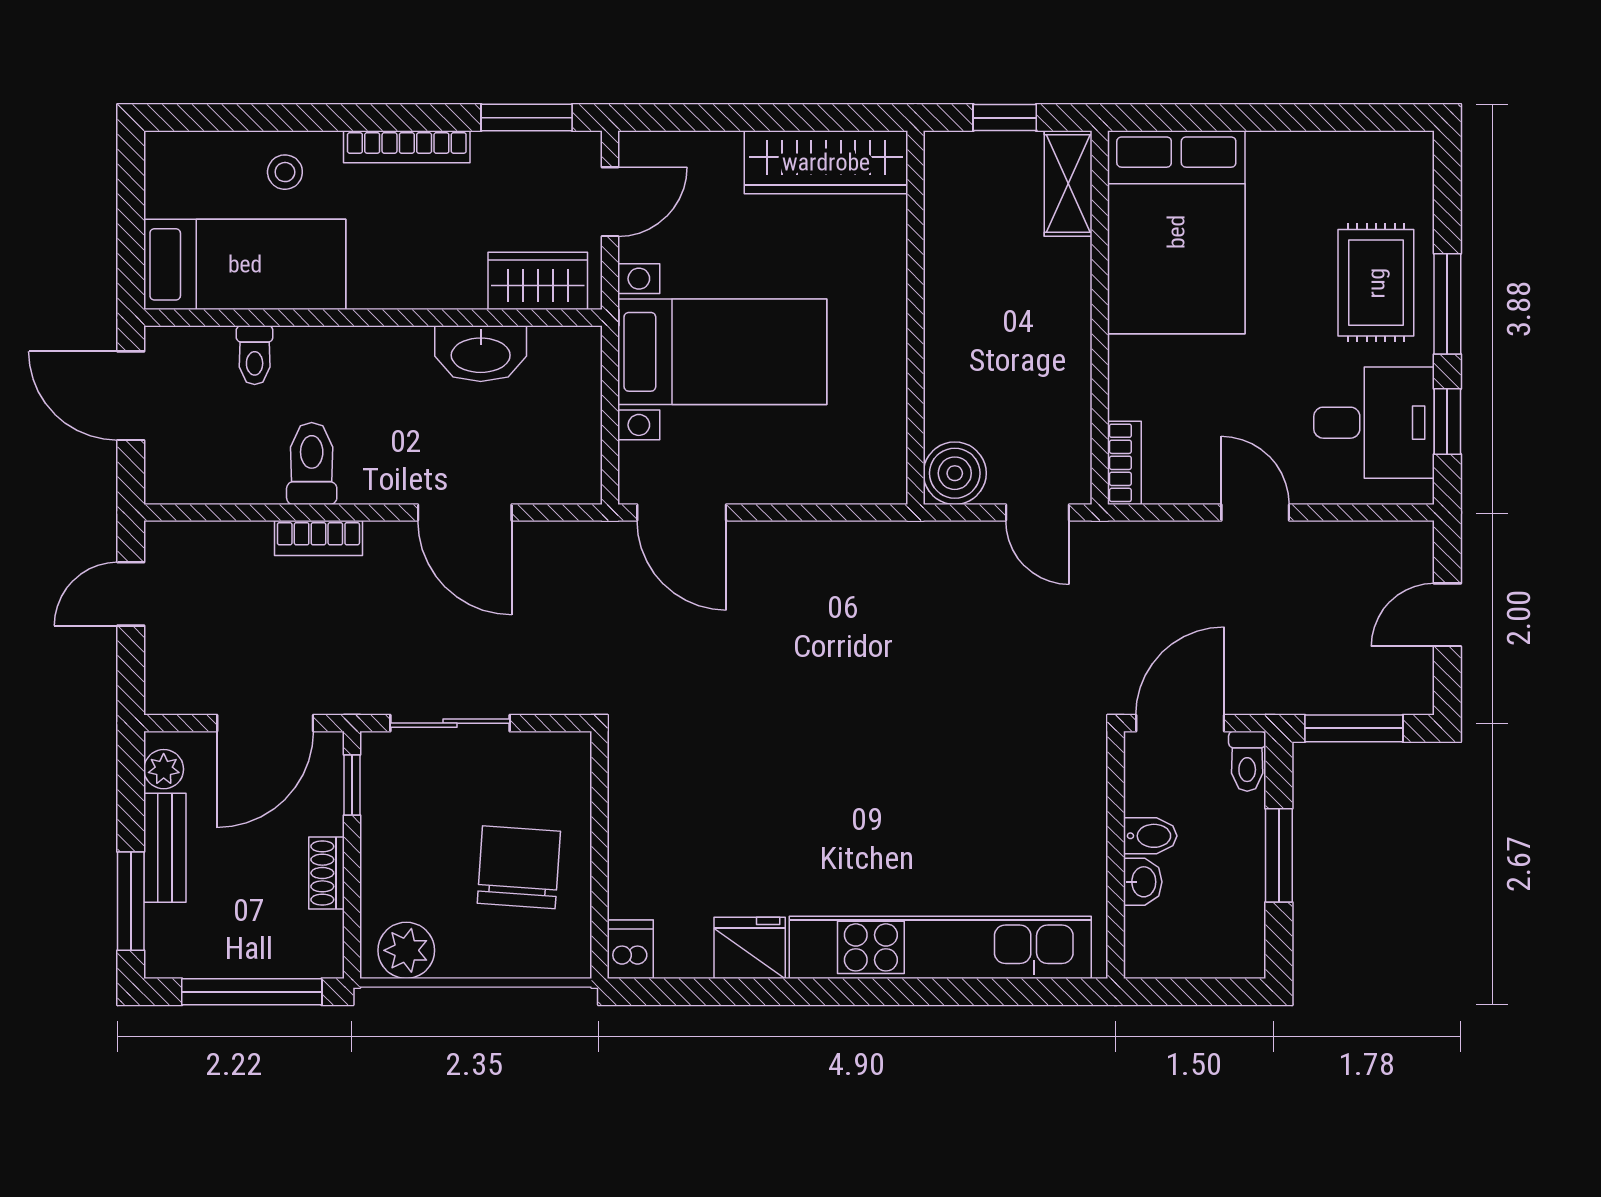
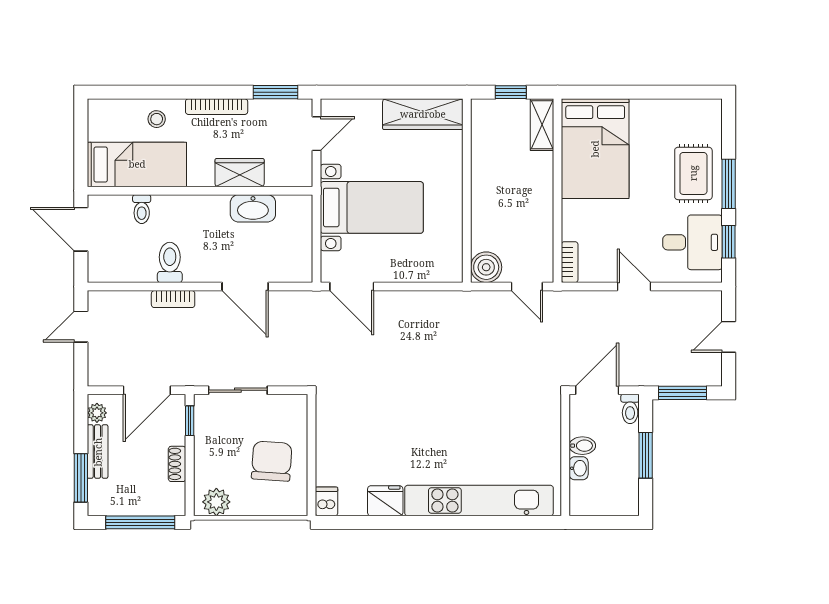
wardrobe: (538, 281) -> (240, 173), moved

